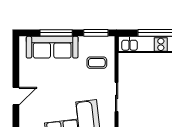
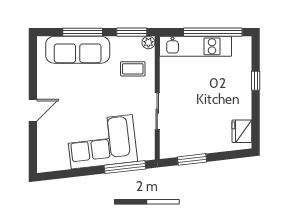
plant: (109, 41) -> (148, 43), added

